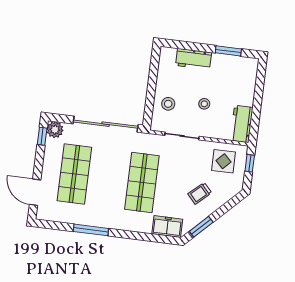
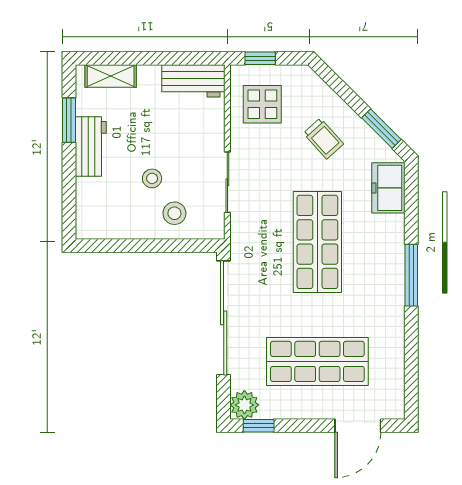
workbench: (194, 59) -> (91, 147), moved
shelving: (250, 78) -> (111, 76), added
stool: (204, 104) -> (152, 178), moved
shop shelf: (142, 183) -> (317, 242), turned 90
window: (91, 230) -> (411, 275), moved

